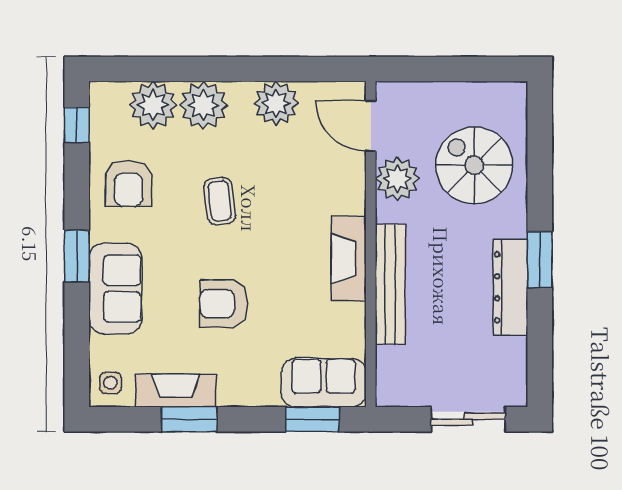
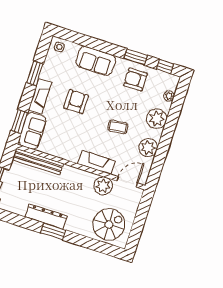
plant: (153, 105) -> (169, 96), width x0.53, depth x0.53
spiral stairs: (474, 165) -> (109, 224), moved
coffee table: (220, 201) -> (118, 127), moved
window: (77, 256) -> (136, 57), moved
fireplace: (349, 258) -> (97, 162), moved
bench: (390, 284) -> (38, 162), moved
fireplace: (176, 391) -> (40, 96), moved

